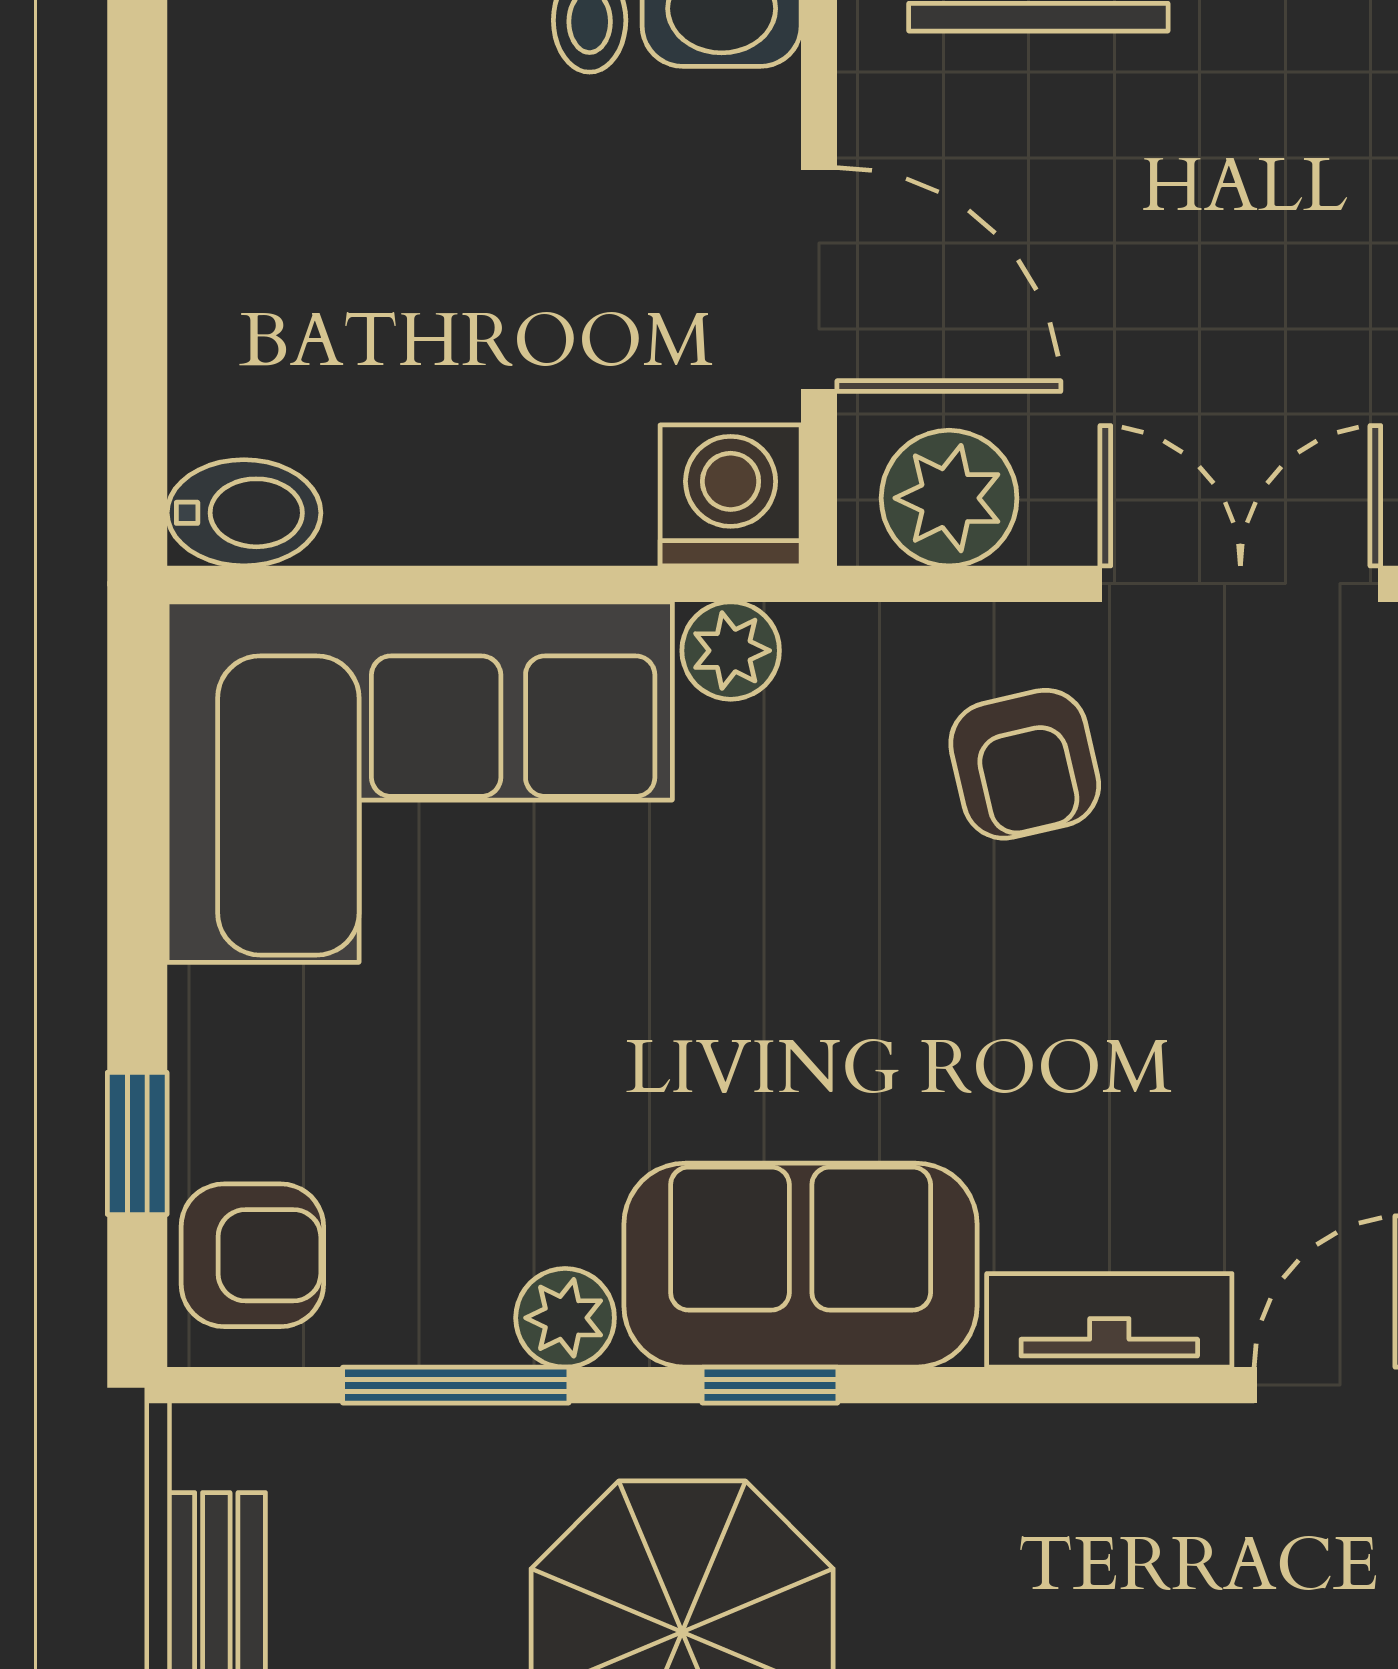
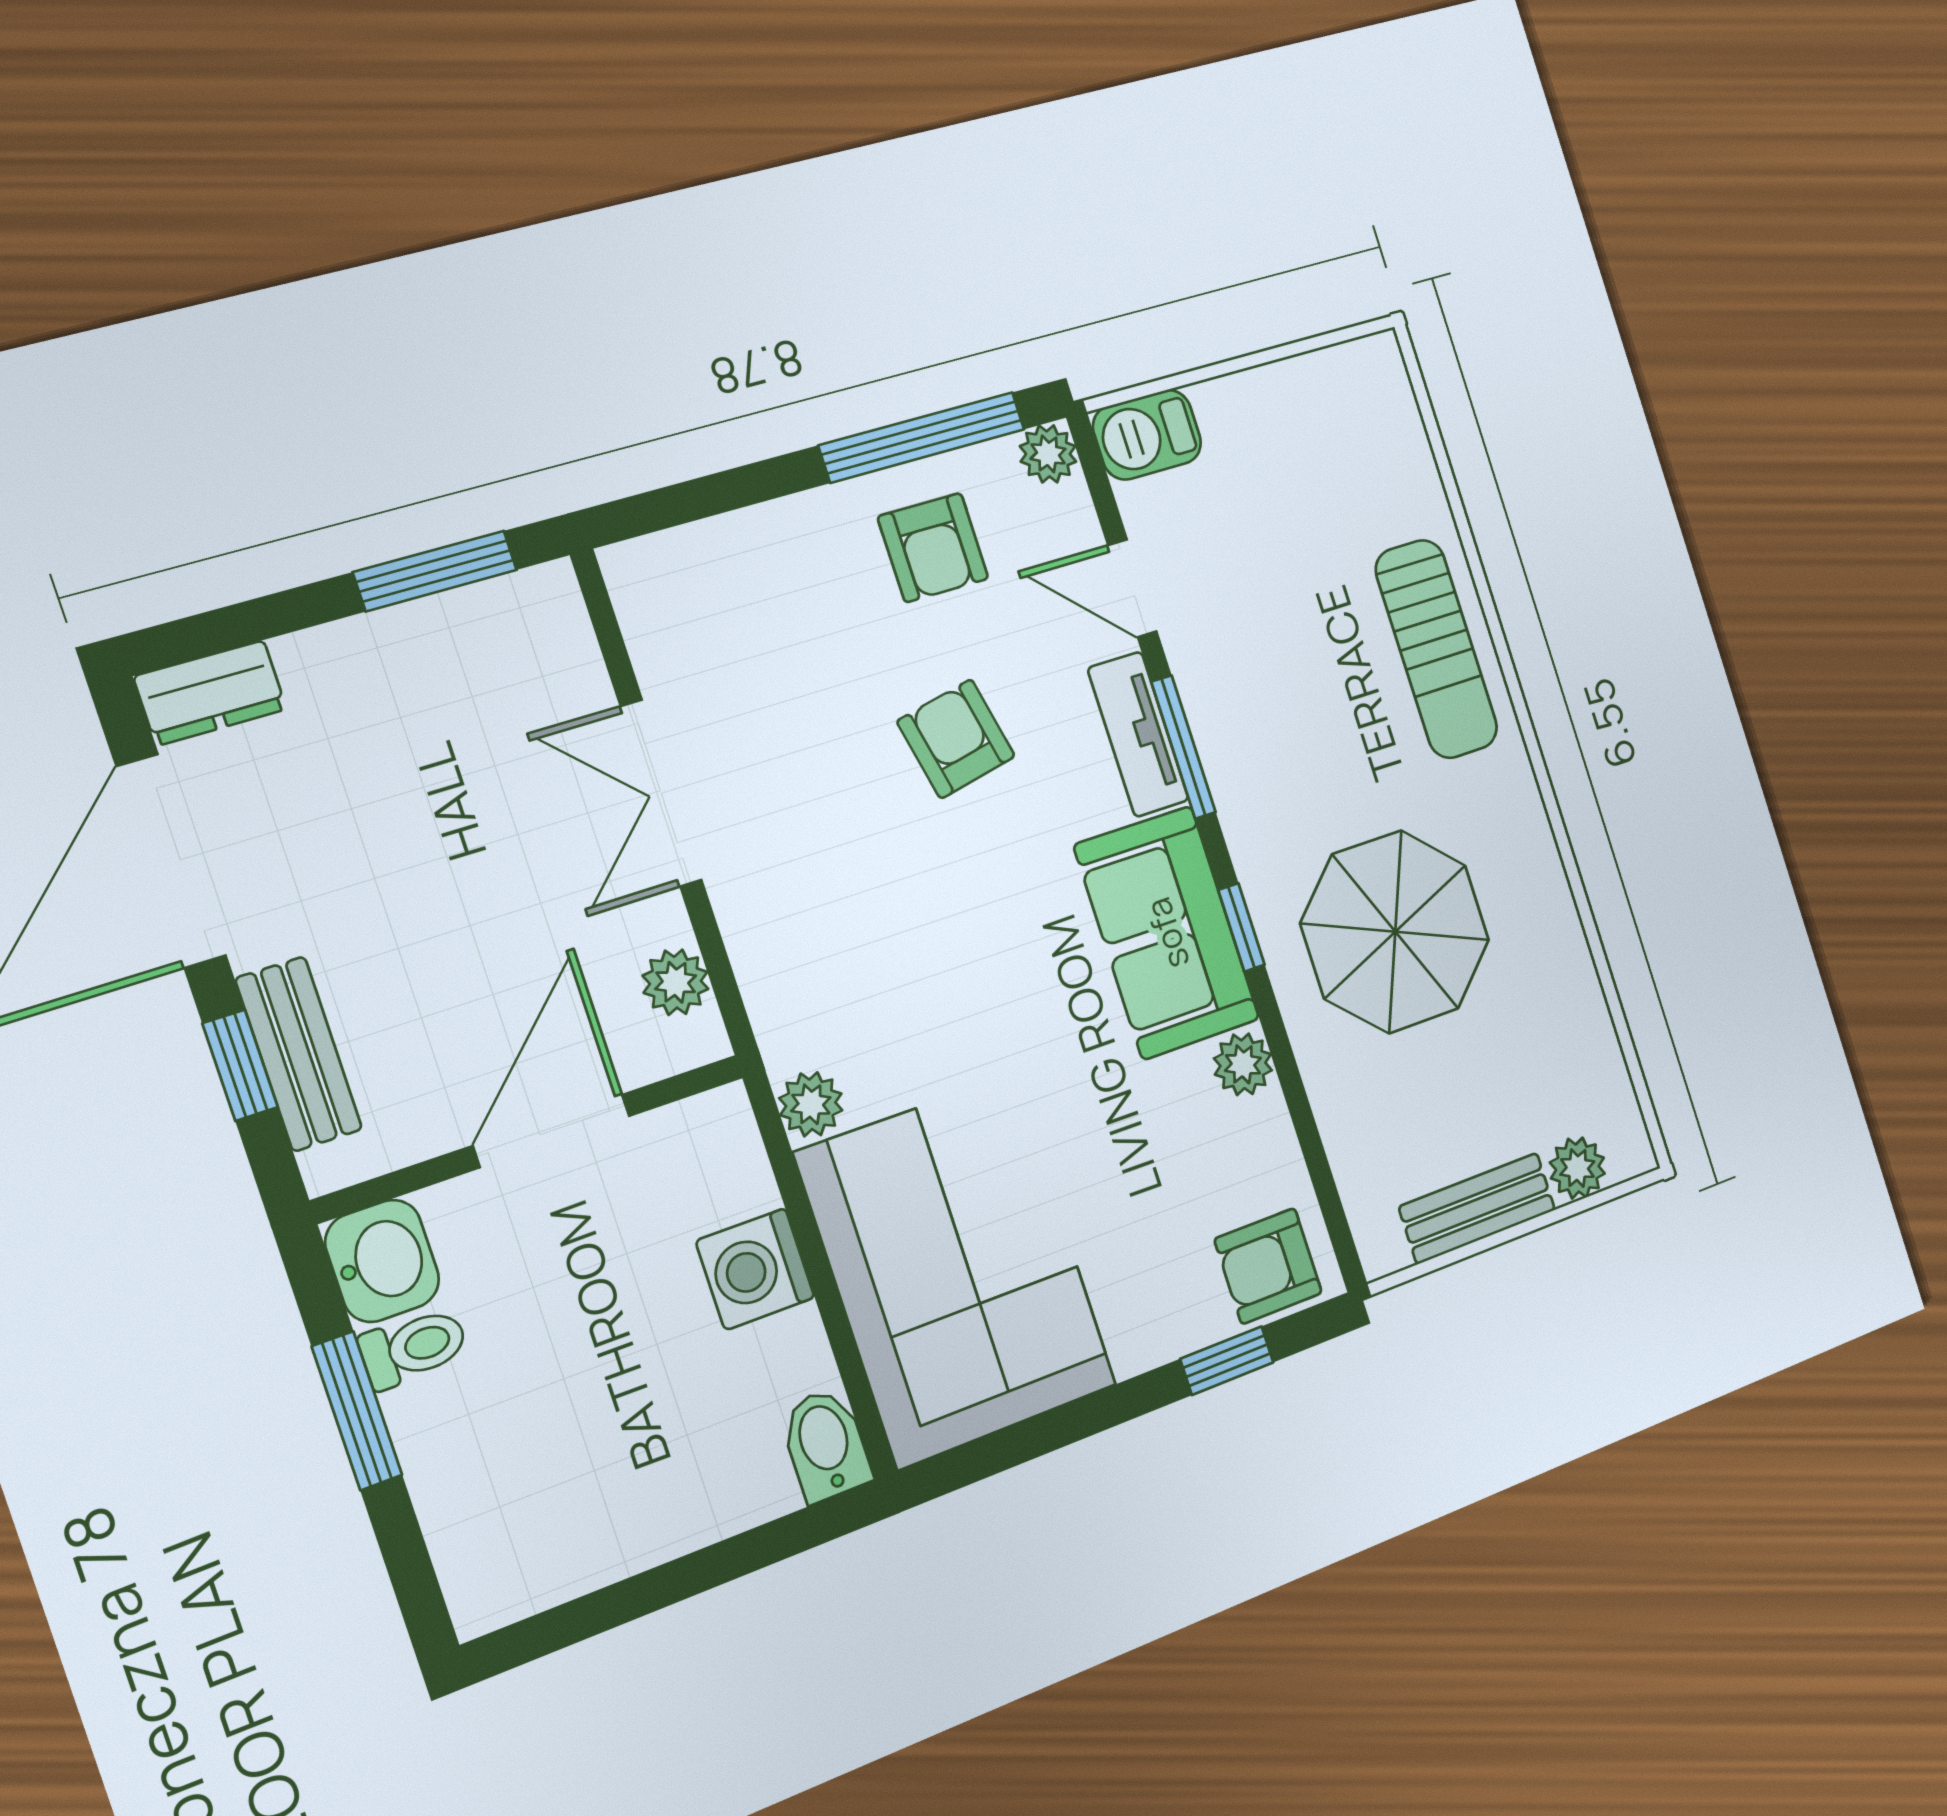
washing machine: (731, 495) -> (755, 1269), moved
plant: (949, 498) -> (675, 982), width x0.73, depth x0.73
armchair: (1025, 764) -> (956, 739), moved, turned -89
armchair: (252, 1255) -> (1268, 1266), turned -90
window: (456, 1385) -> (1183, 747), moved

